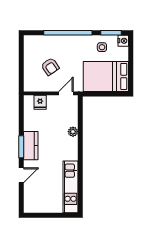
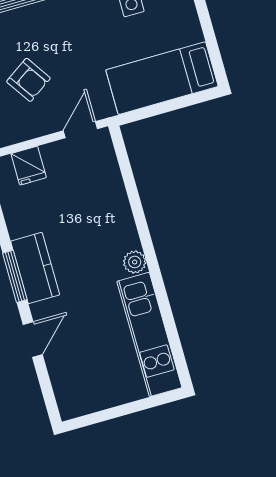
bed: (106, 76) -> (162, 78), width x0.67
plant: (73, 132) -> (135, 262), moved

